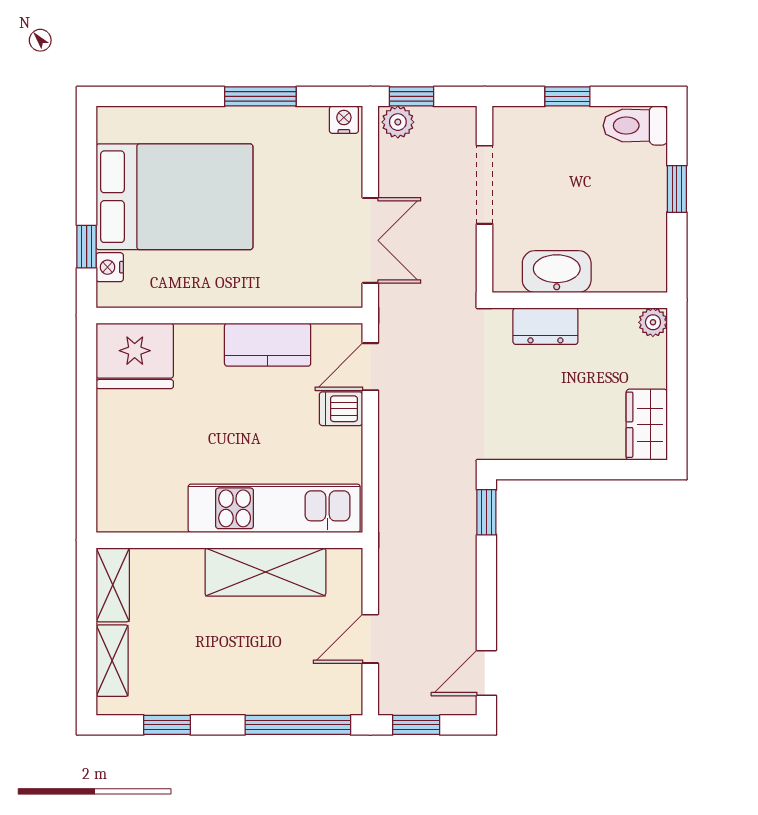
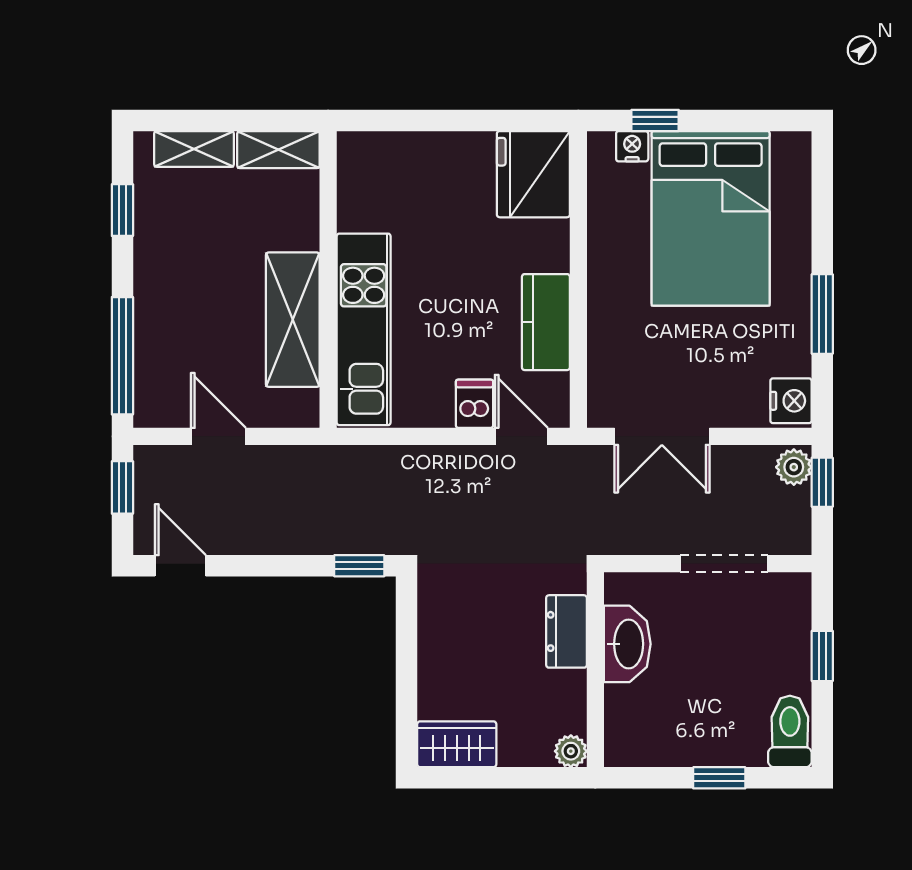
nightstand: (344, 120) -> (791, 401), width x1.39, depth x1.35

